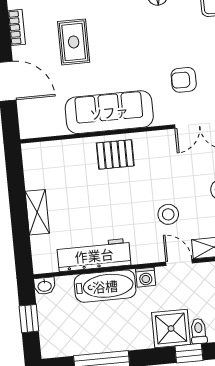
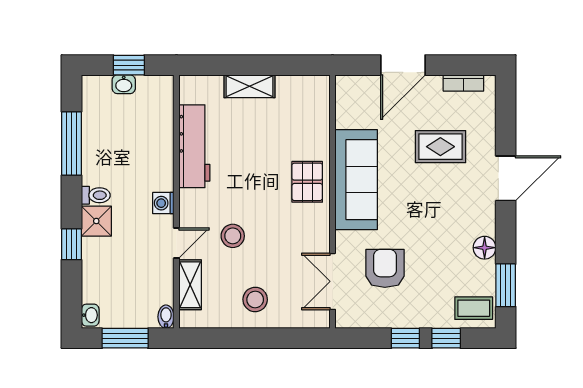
armchair: (184, 80) -> (385, 268), width x1.38, depth x1.38
washbasin: (45, 286) -> (124, 84), moved, turned -90
bathtub: (105, 286) -> (158, 156), removed
shower: (171, 329) -> (96, 221), width x0.73, depth x0.73
toilet: (199, 331) -> (96, 195), moved

